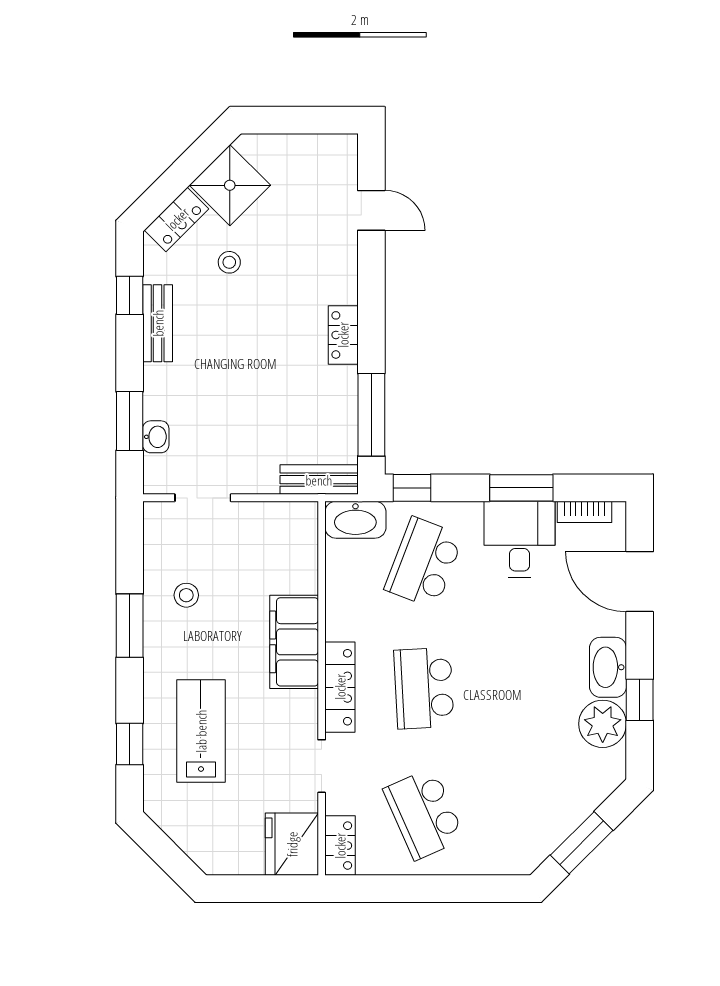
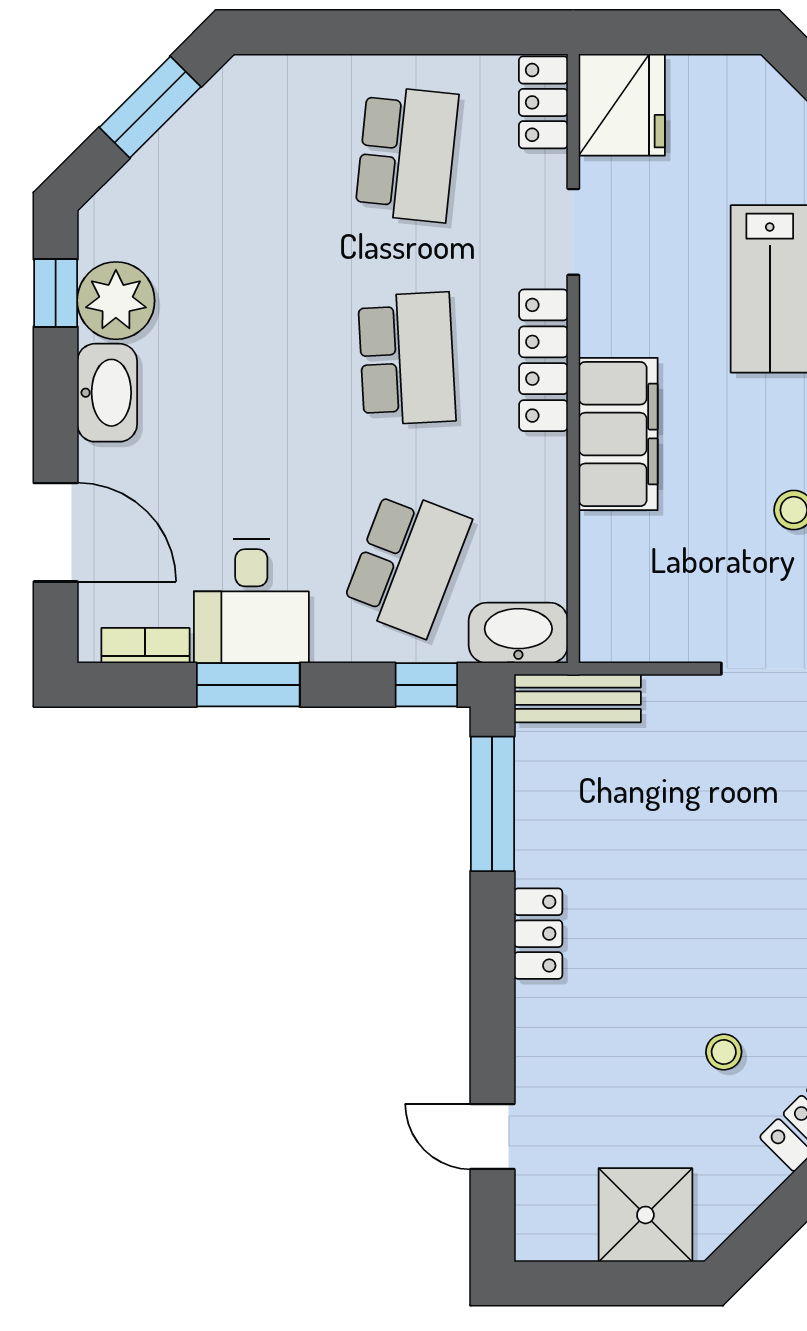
shower: (230, 185) -> (645, 1215), moved, turned 45
window: (640, 700) -> (56, 293), moved
school desk: (424, 814) -> (407, 154), turned 30

